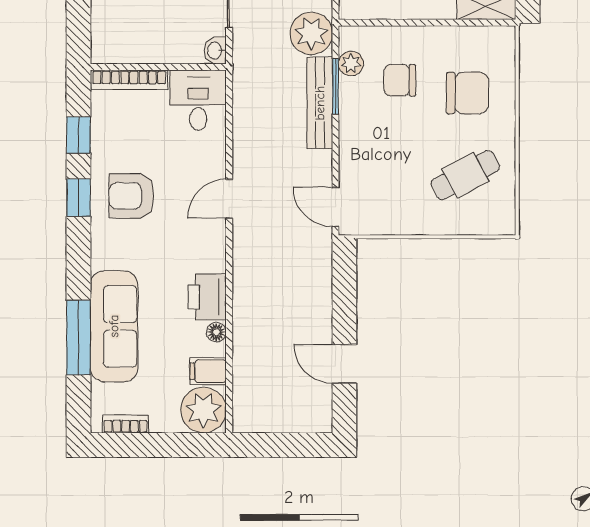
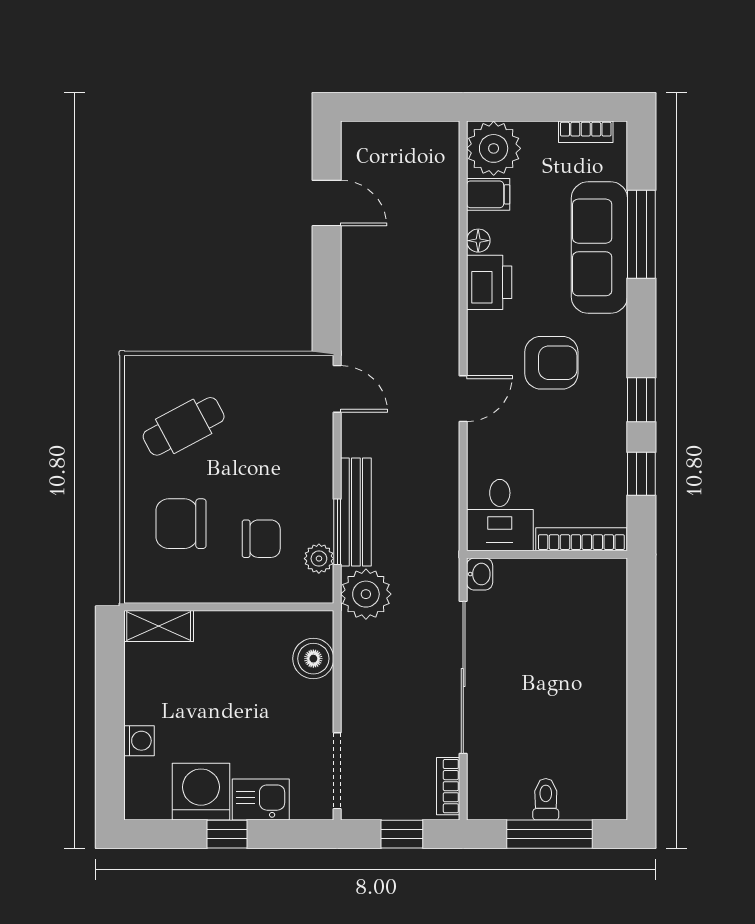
armchair: (132, 196) -> (551, 363), moved

